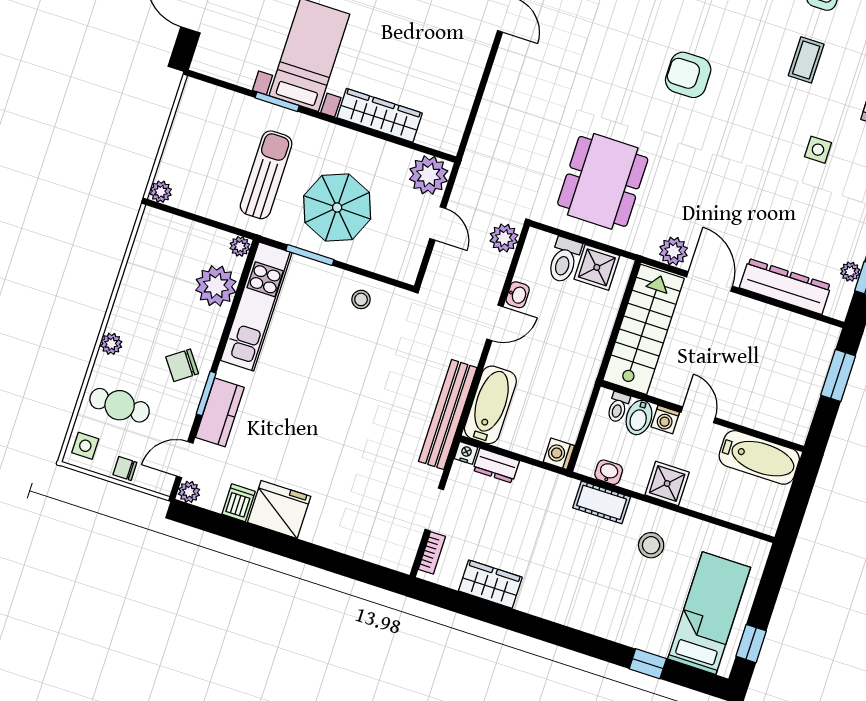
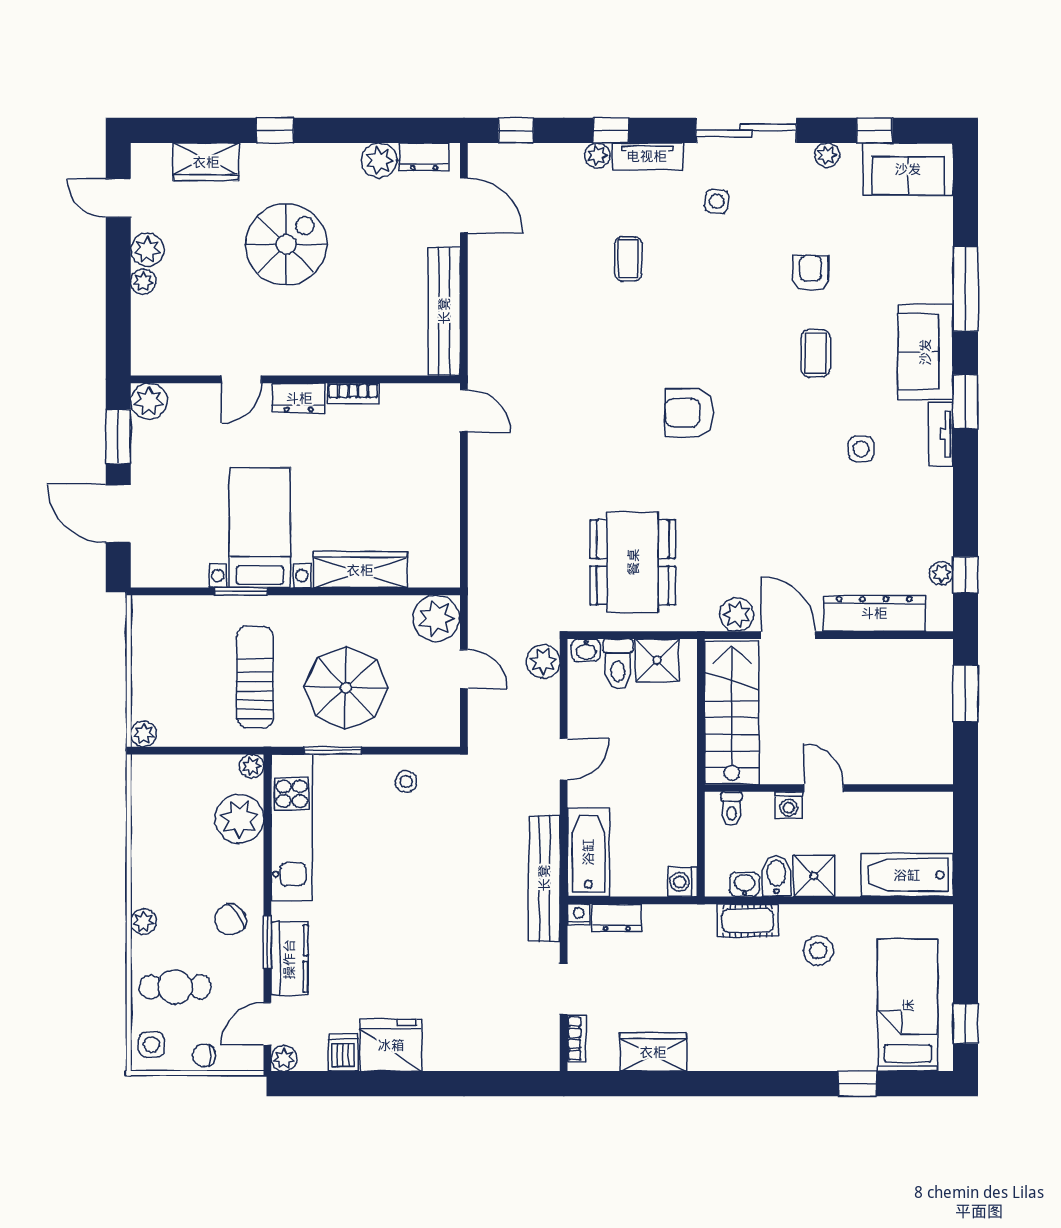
washbasin: (518, 295) -> (586, 650), moved, turned 90
bidet: (639, 417) -> (776, 876), moved, turned 180
bathtub: (759, 457) -> (907, 875), moved, turned 180

